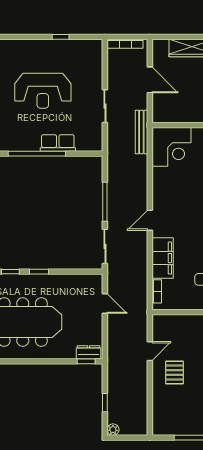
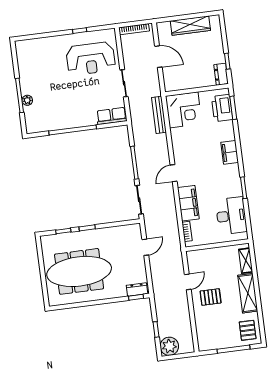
reception desk: (43, 91) -> (91, 59), moved
bench: (141, 132) -> (159, 115), moved
row of seats: (58, 143) -> (112, 116), moved
door: (105, 304) -> (145, 247), hinge flipped
pallet: (175, 372) -> (211, 297), turned 90
plant: (113, 430) -> (169, 346), width x1.87, depth x1.87

